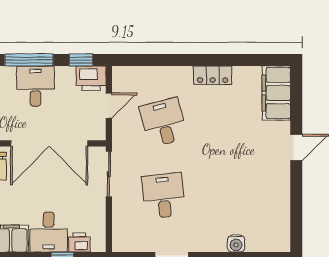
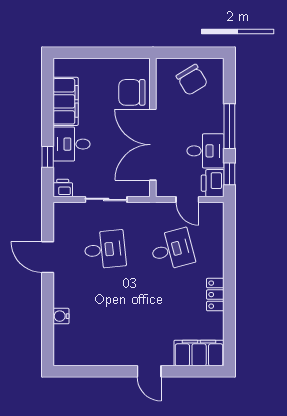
desk: (35, 86) -> (206, 151), moved
sliding door: (109, 174) -> (106, 199), moved
printer: (79, 243) -> (63, 188), moved, turned -90

